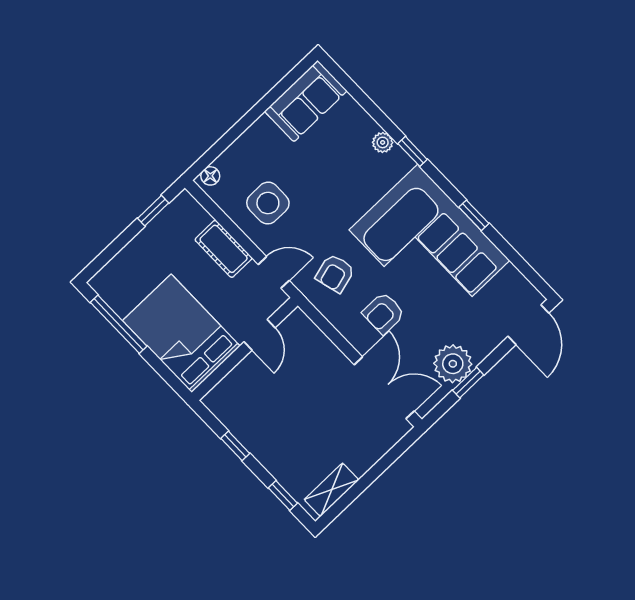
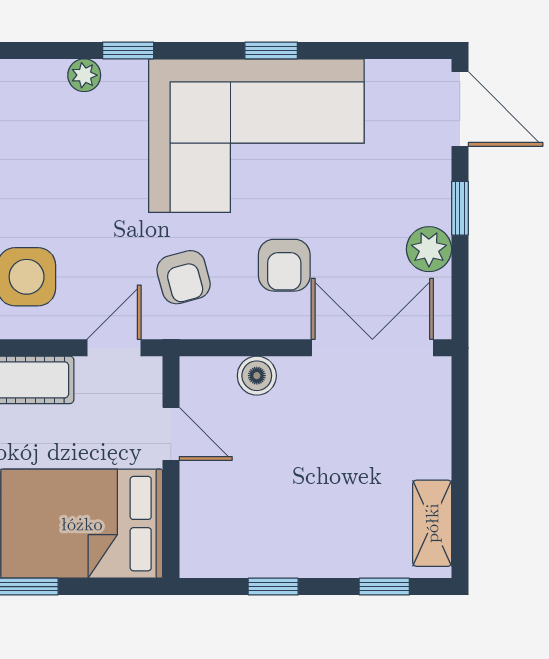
boiler: (322, 348) -> (257, 376), added
plant: (453, 364) -> (429, 249), width x0.73, depth x0.73
window: (468, 383) -> (460, 208), moved

